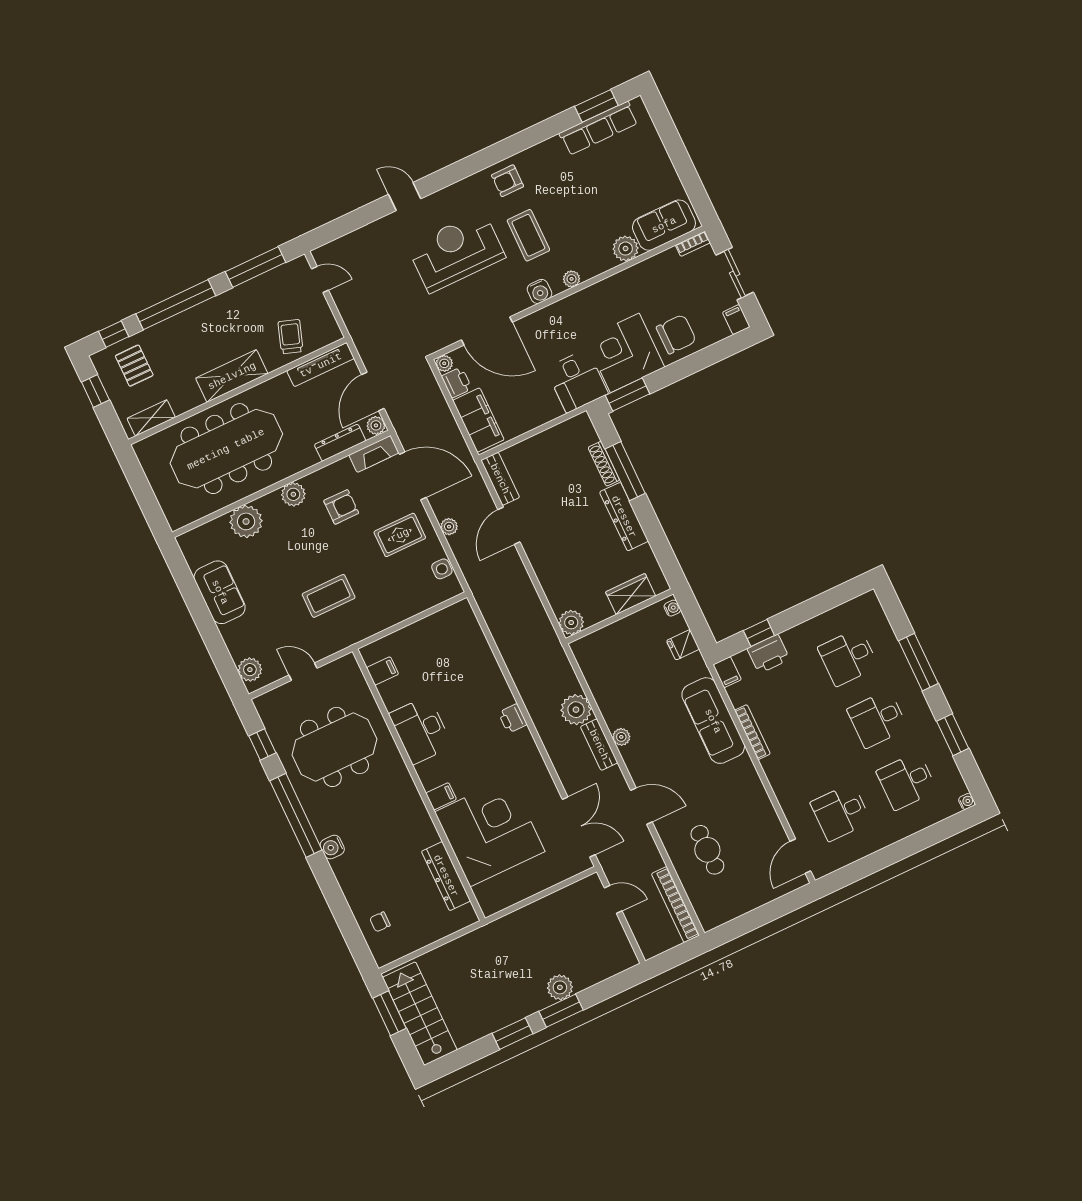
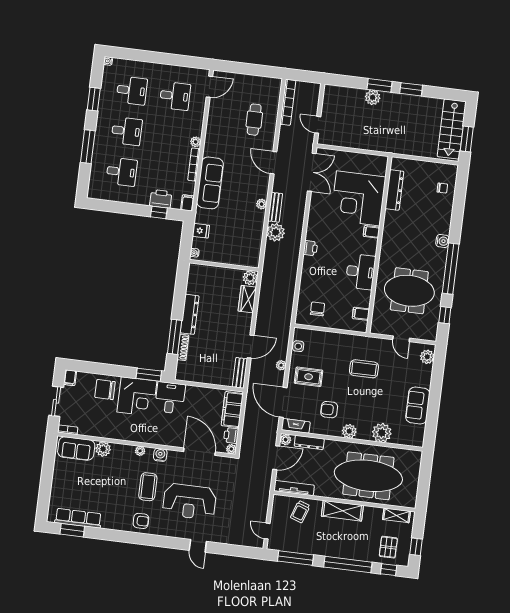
wardrobe: (631, 594) -> (247, 299), moved, turned 90
chair: (448, 639) -> (317, 309), added
plant: (770, 766) -> (196, 142), added
double door: (579, 827) -> (312, 172), swing flipped

